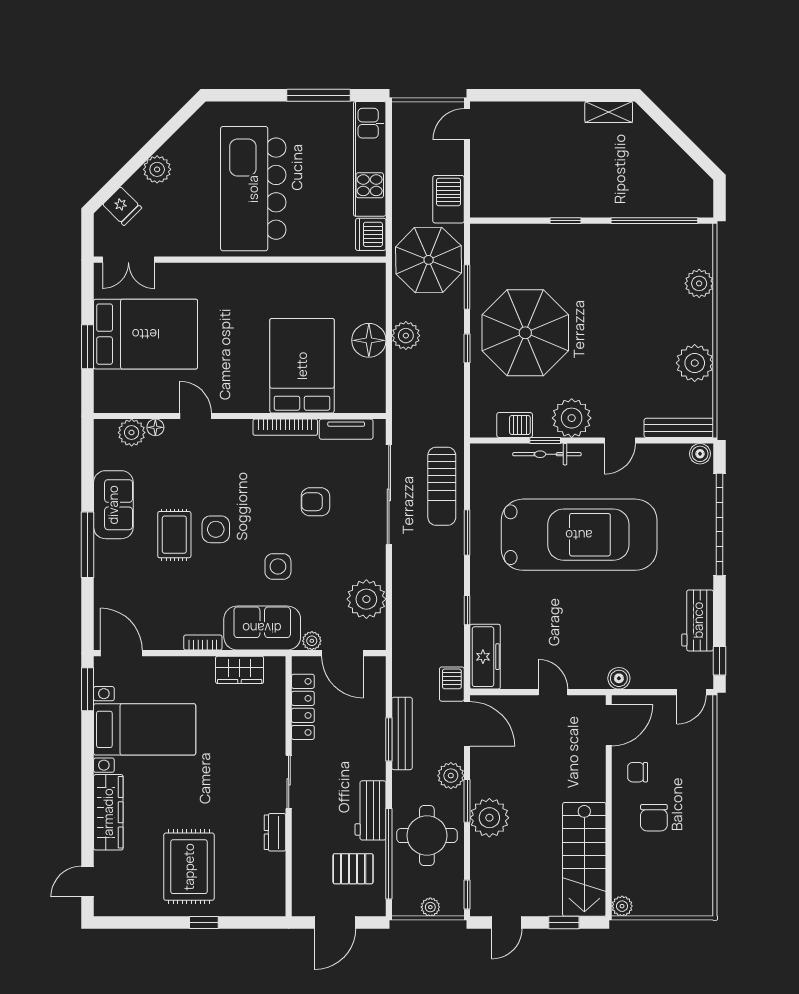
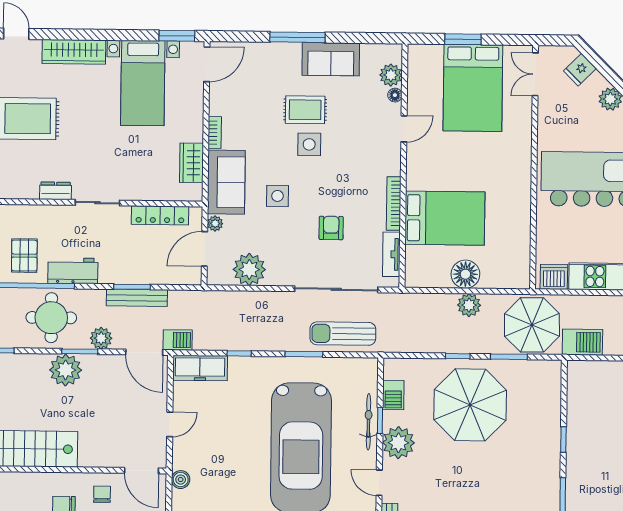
door: (467, 724) -> (144, 352), hinge flipped

